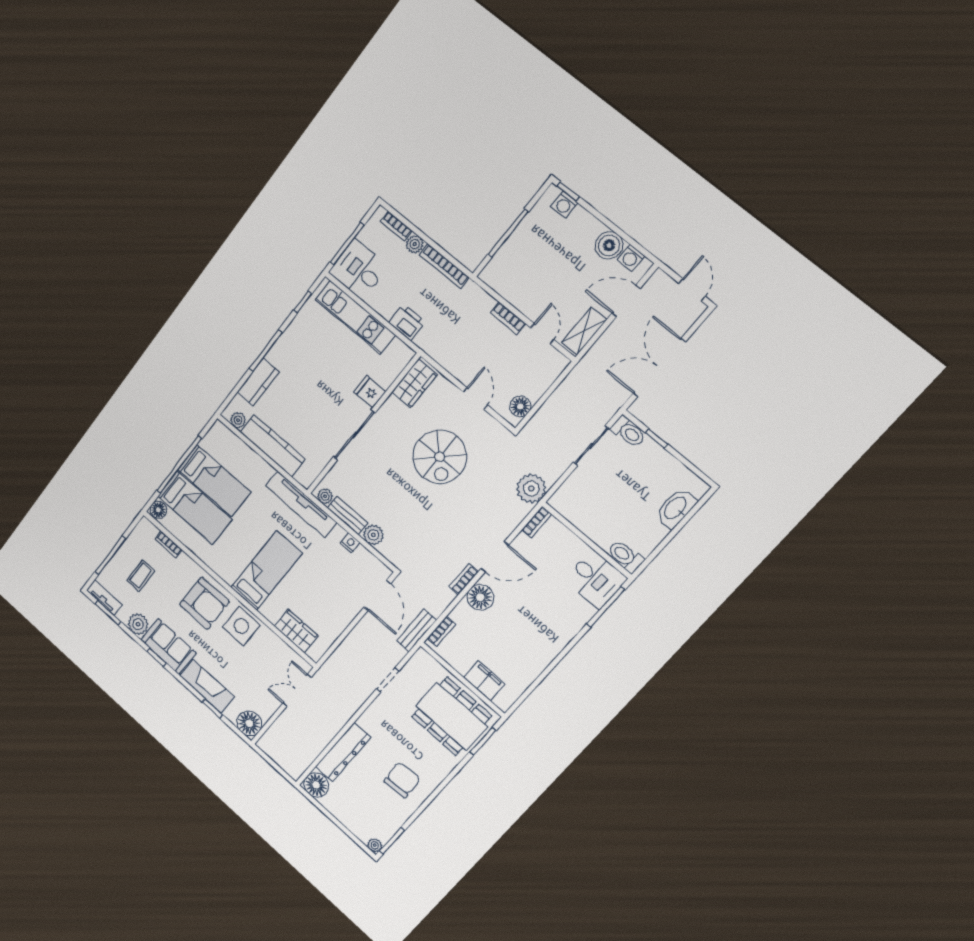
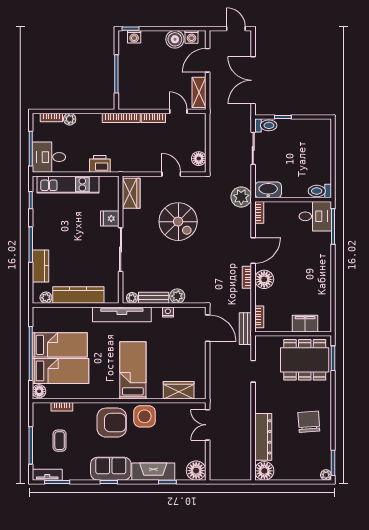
bookcase: (444, 266) -> (121, 118), moved
washbasin: (676, 508) -> (268, 190), moved, turned 90
plant: (138, 624) -> (81, 472), removed

